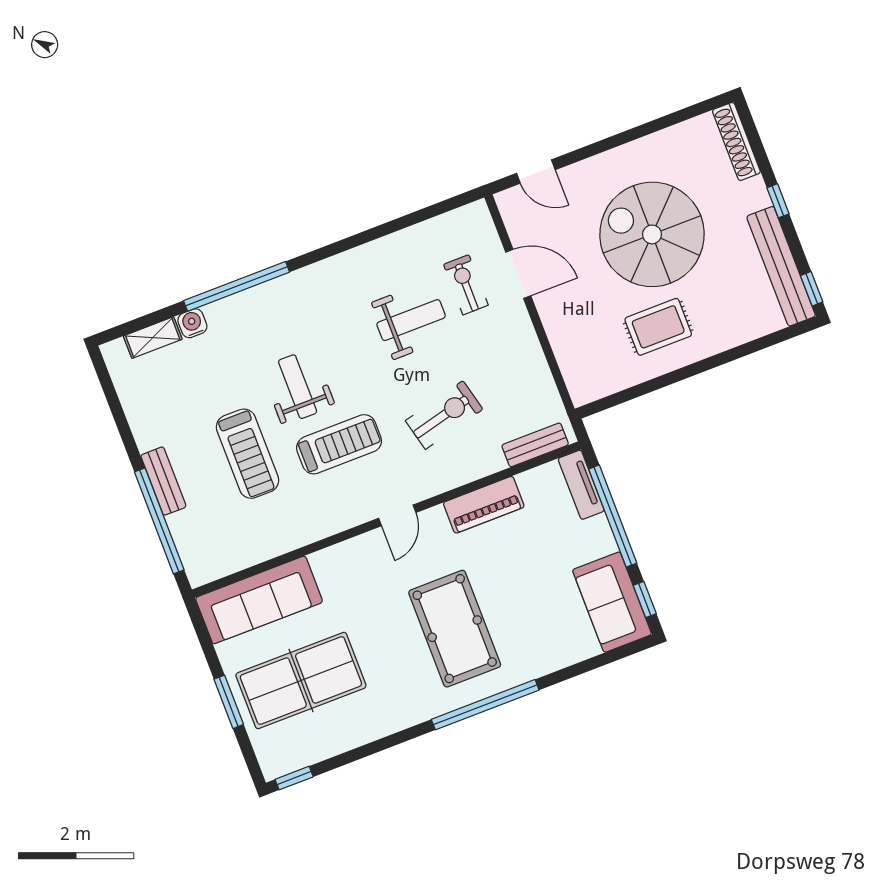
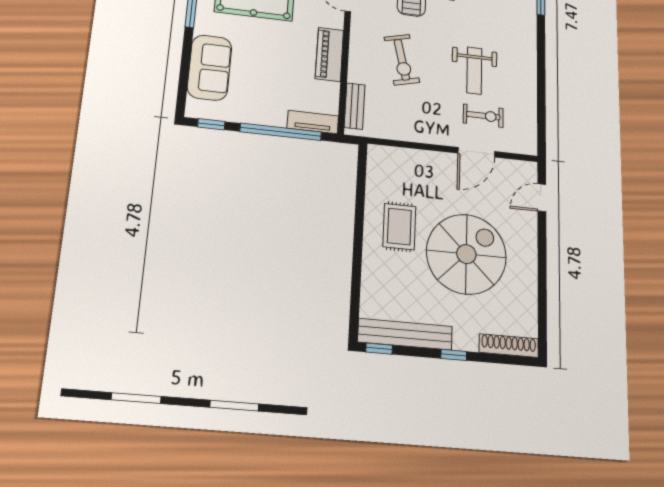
sofa: (612, 602) -> (210, 68), moved, turned 90

